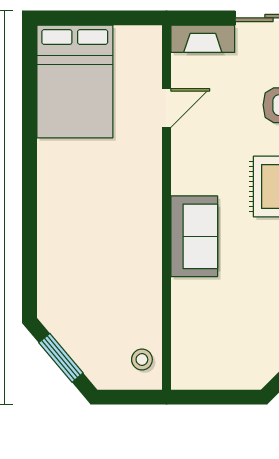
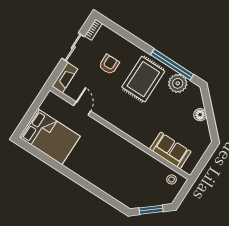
sofa: (194, 236) -> (170, 150), moved

